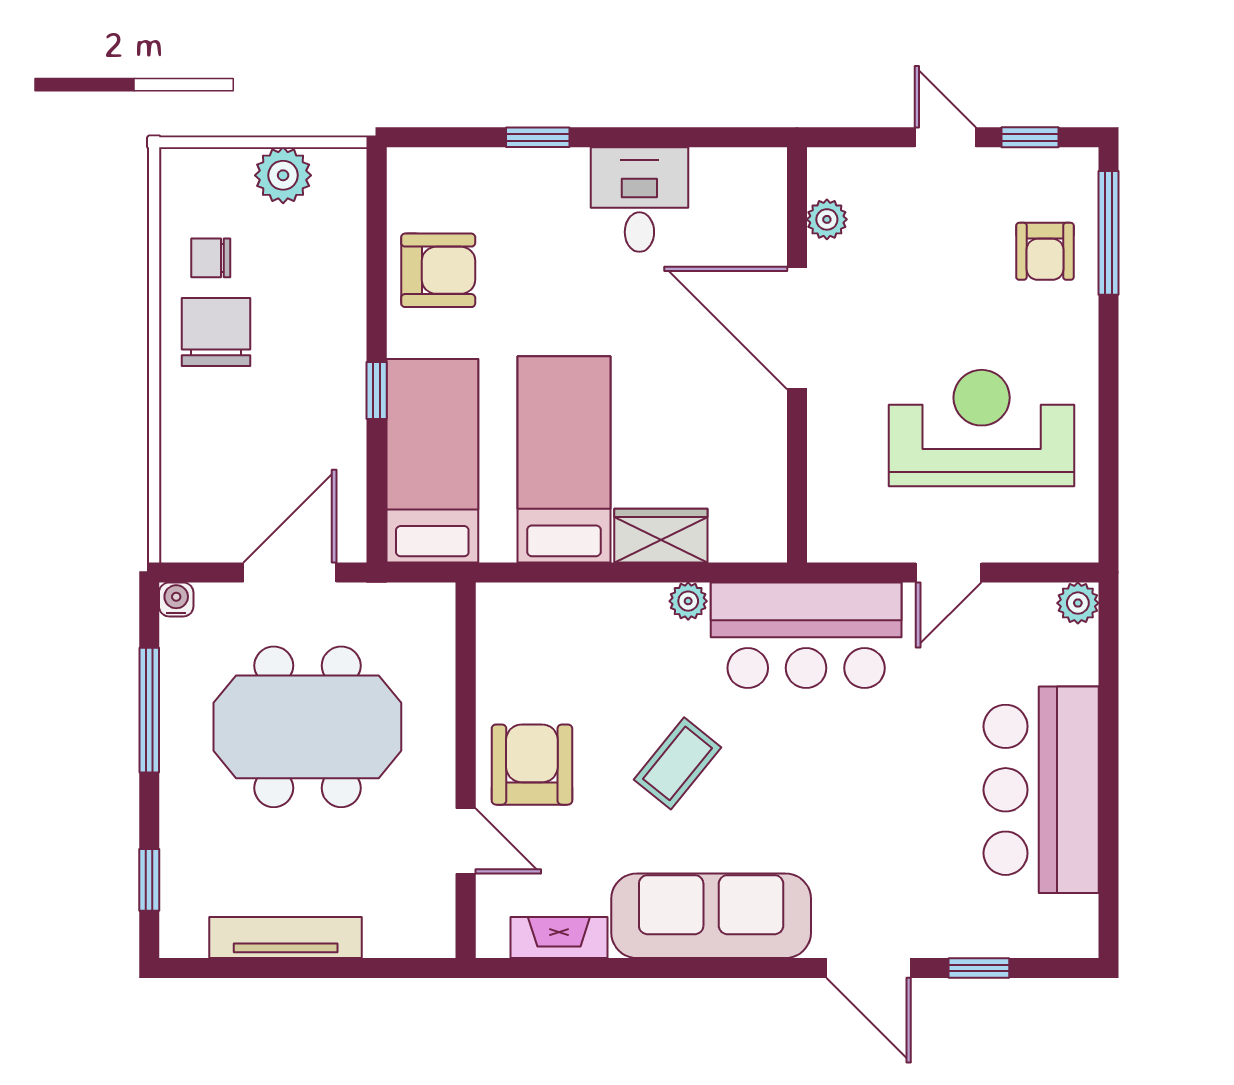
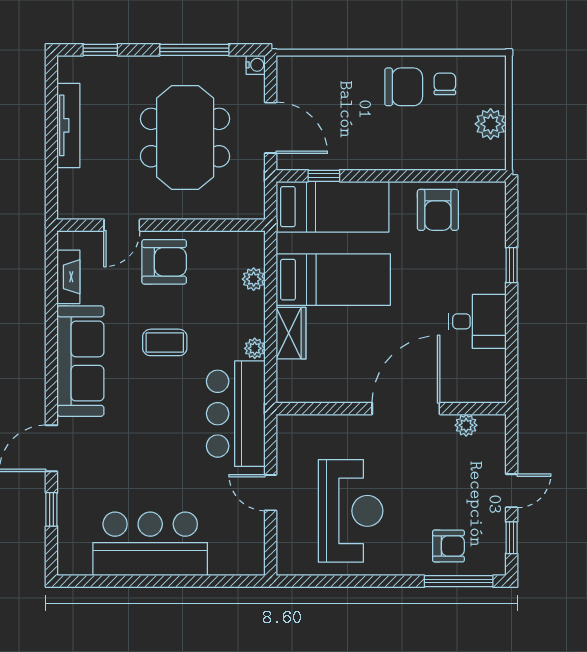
armchair: (1045, 251) -> (448, 546), turned 180
window: (377, 390) -> (324, 176), moved
plant: (1078, 603) -> (254, 279), moved
coffee table: (677, 763) -> (165, 342), turned -39

